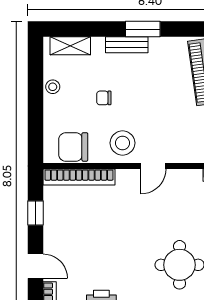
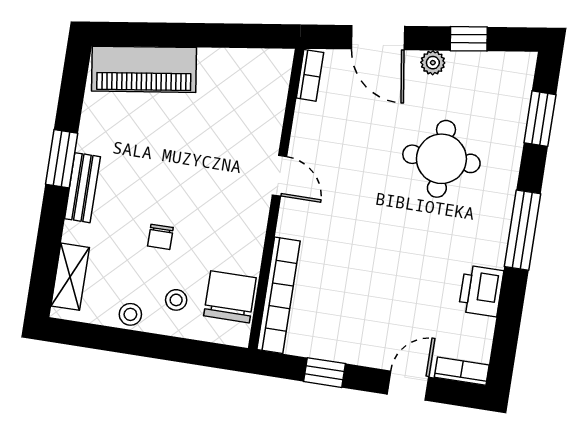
stool: (123, 143) -> (176, 300), moved, width x0.53, depth x0.53
chair: (73, 147) -> (230, 297), turned 180

